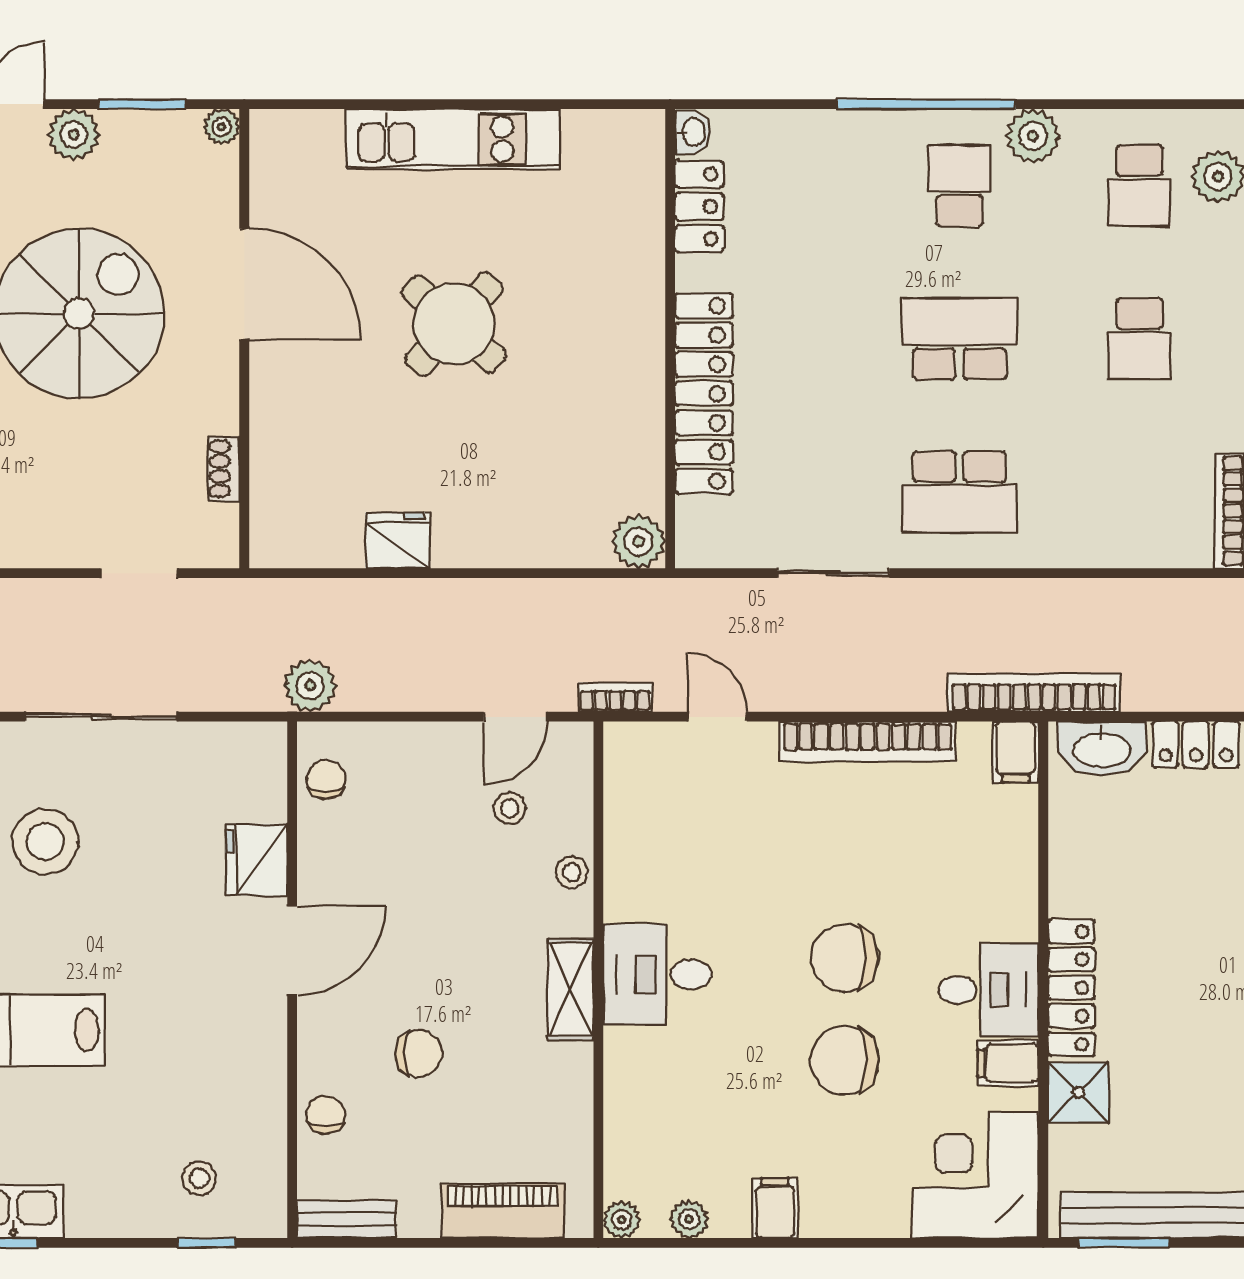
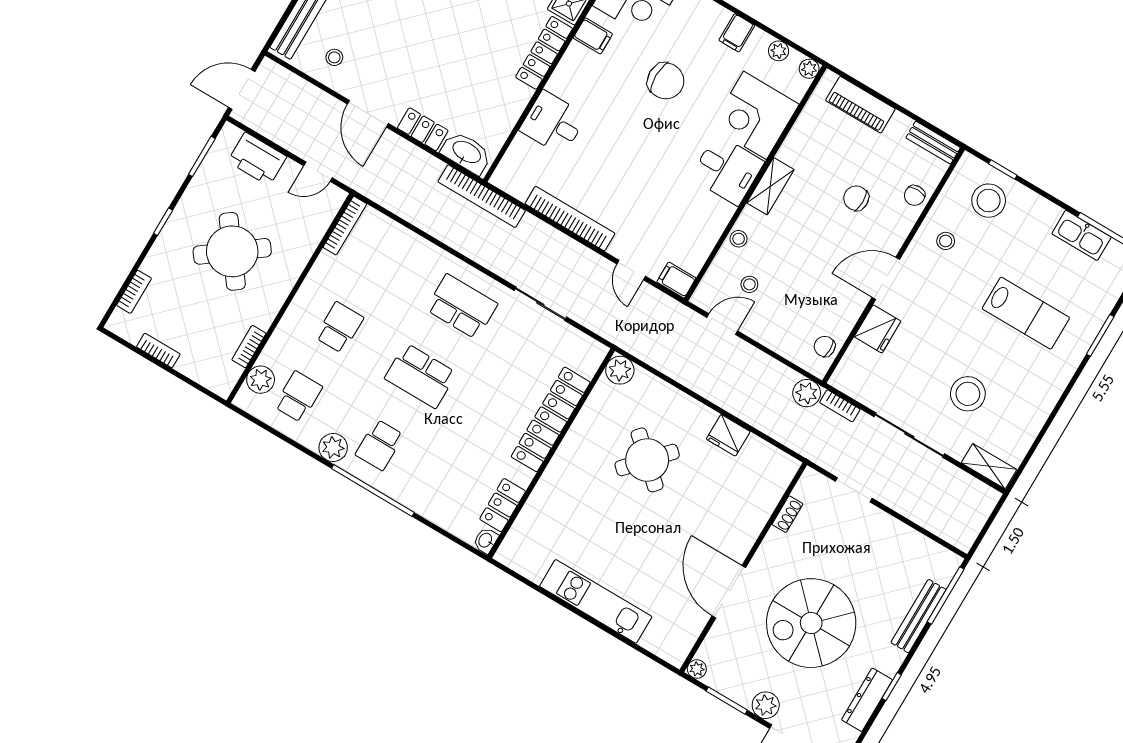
round table: (454, 324) -> (647, 460), moved
bookcase: (615, 697) -> (840, 406), moved
filing cabinet: (1016, 752) -> (676, 280), moved, turned -90
chair: (326, 780) -> (825, 346), turned 90
chair: (844, 958) -> (638, 127), removed
desk: (988, 990) -> (553, 123), moved
stool: (230, 1070) -> (946, 241), added
corner desk: (665, 1090) -> (755, 115), added
stool: (199, 1178) -> (989, 201), width x1.89, depth x1.89

